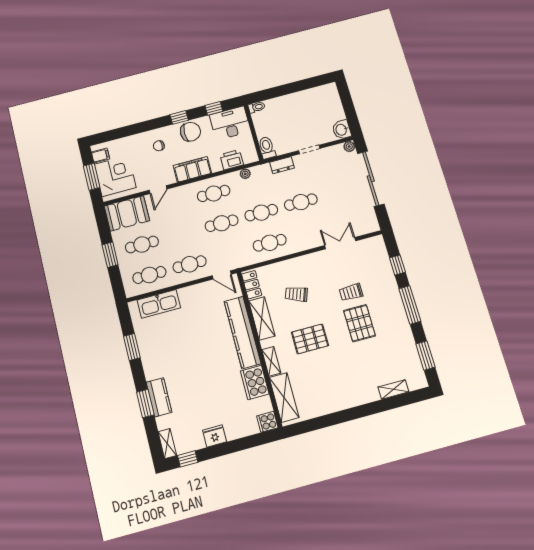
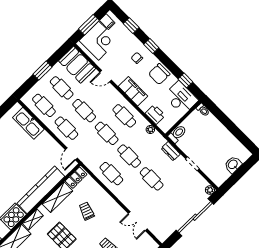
window: (179, 117) -> (151, 46), moved
washbasin: (342, 130) -> (233, 165), moved
chair: (190, 132) -> (159, 74), turned 90
window: (120, 133) -> (131, 26), added
cafe table: (182, 234) -> (84, 111), added
double door: (340, 243) -> (138, 221), swing flipped

